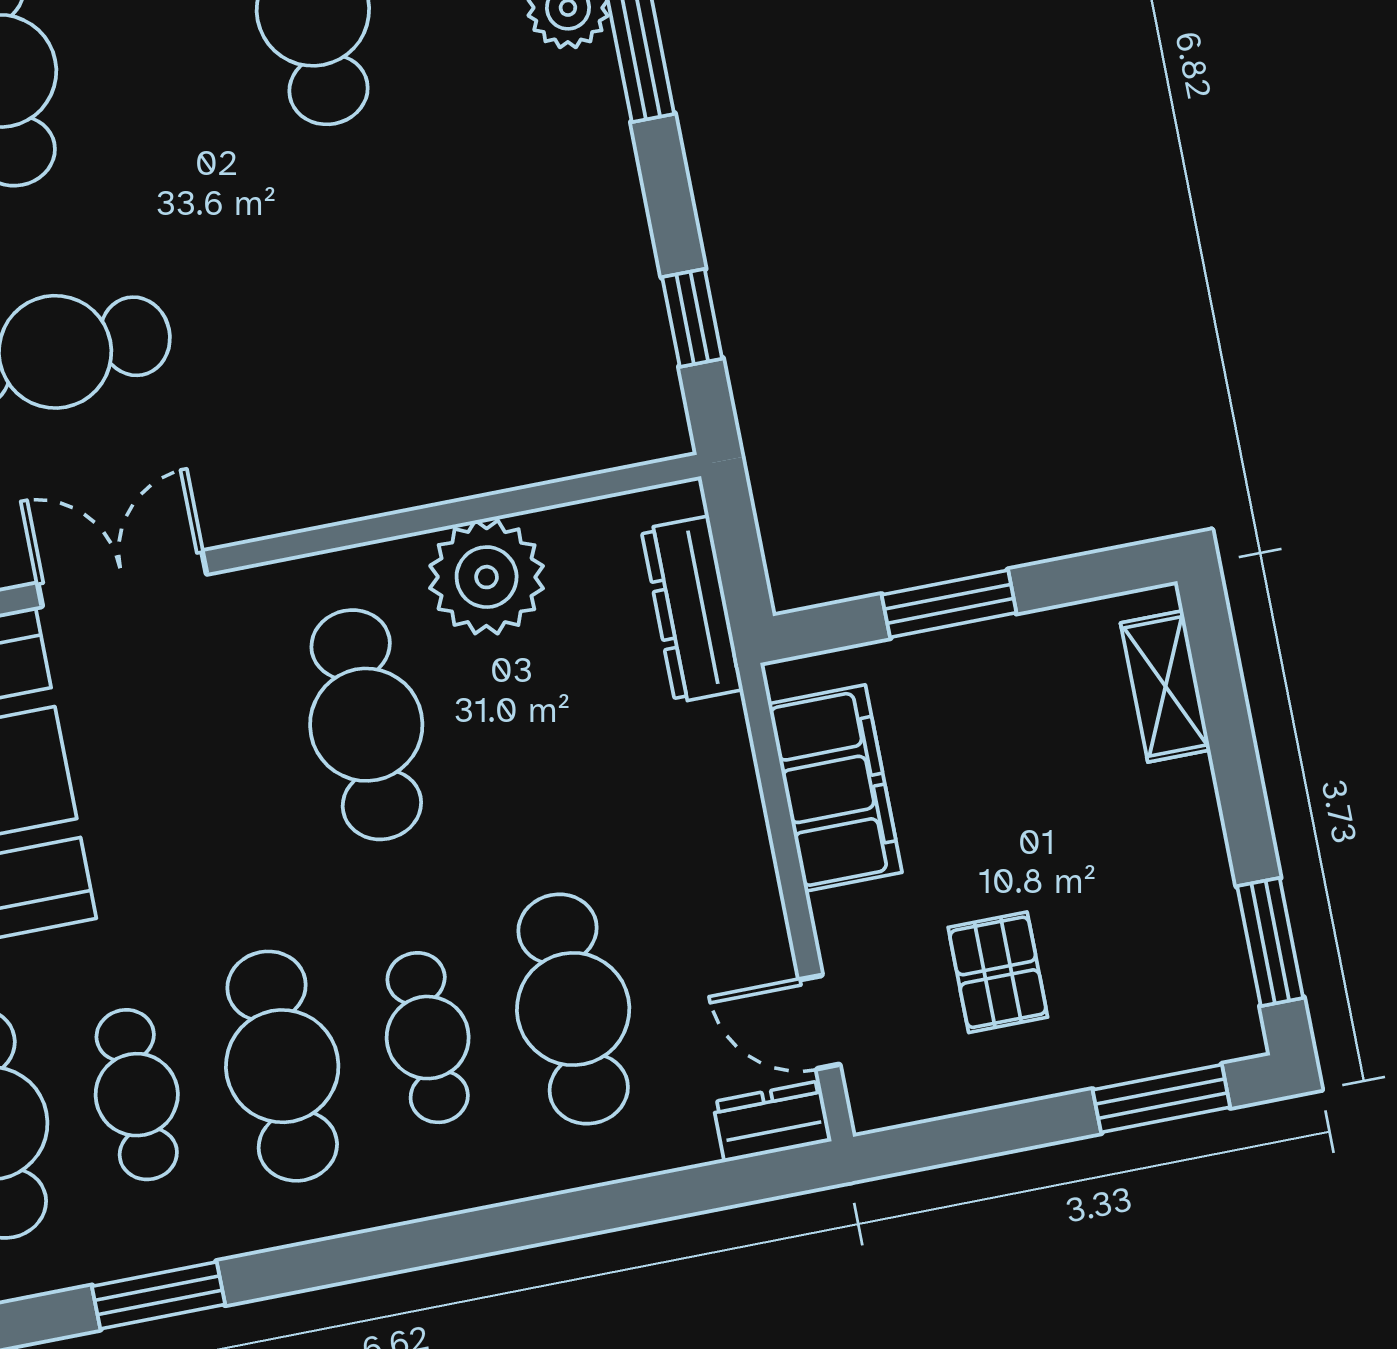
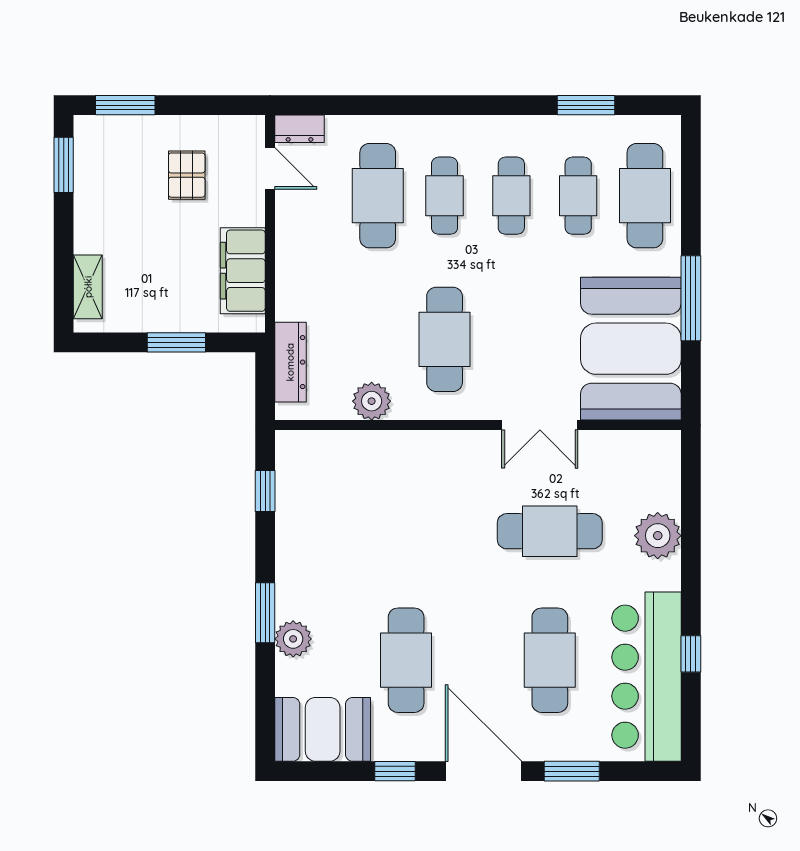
plant: (487, 577) -> (372, 401), width x0.73, depth x0.73
cafe table: (282, 1066) -> (511, 196), width x0.73, depth x0.74

